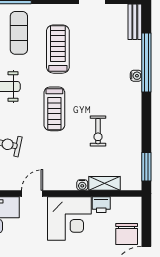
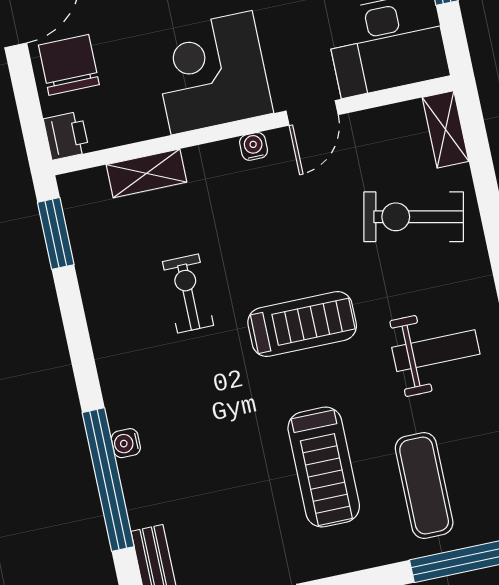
treadmill: (54, 109) -> (302, 324), turned 90
water cooler: (82, 185) -> (254, 146), moved
printer: (101, 205) -> (66, 136), moved, turned 90

